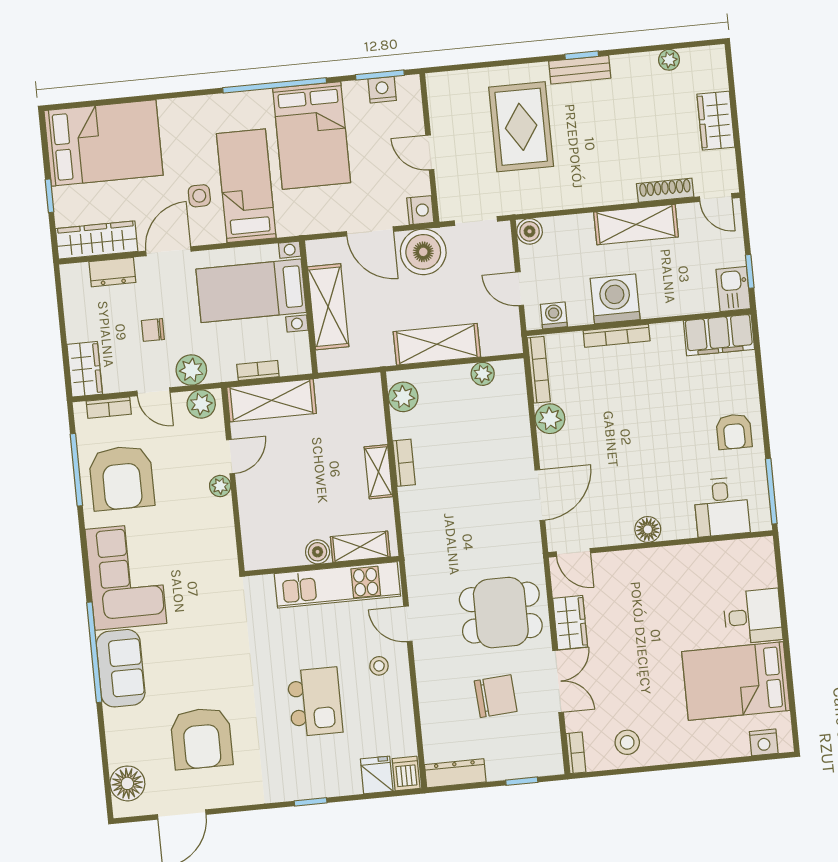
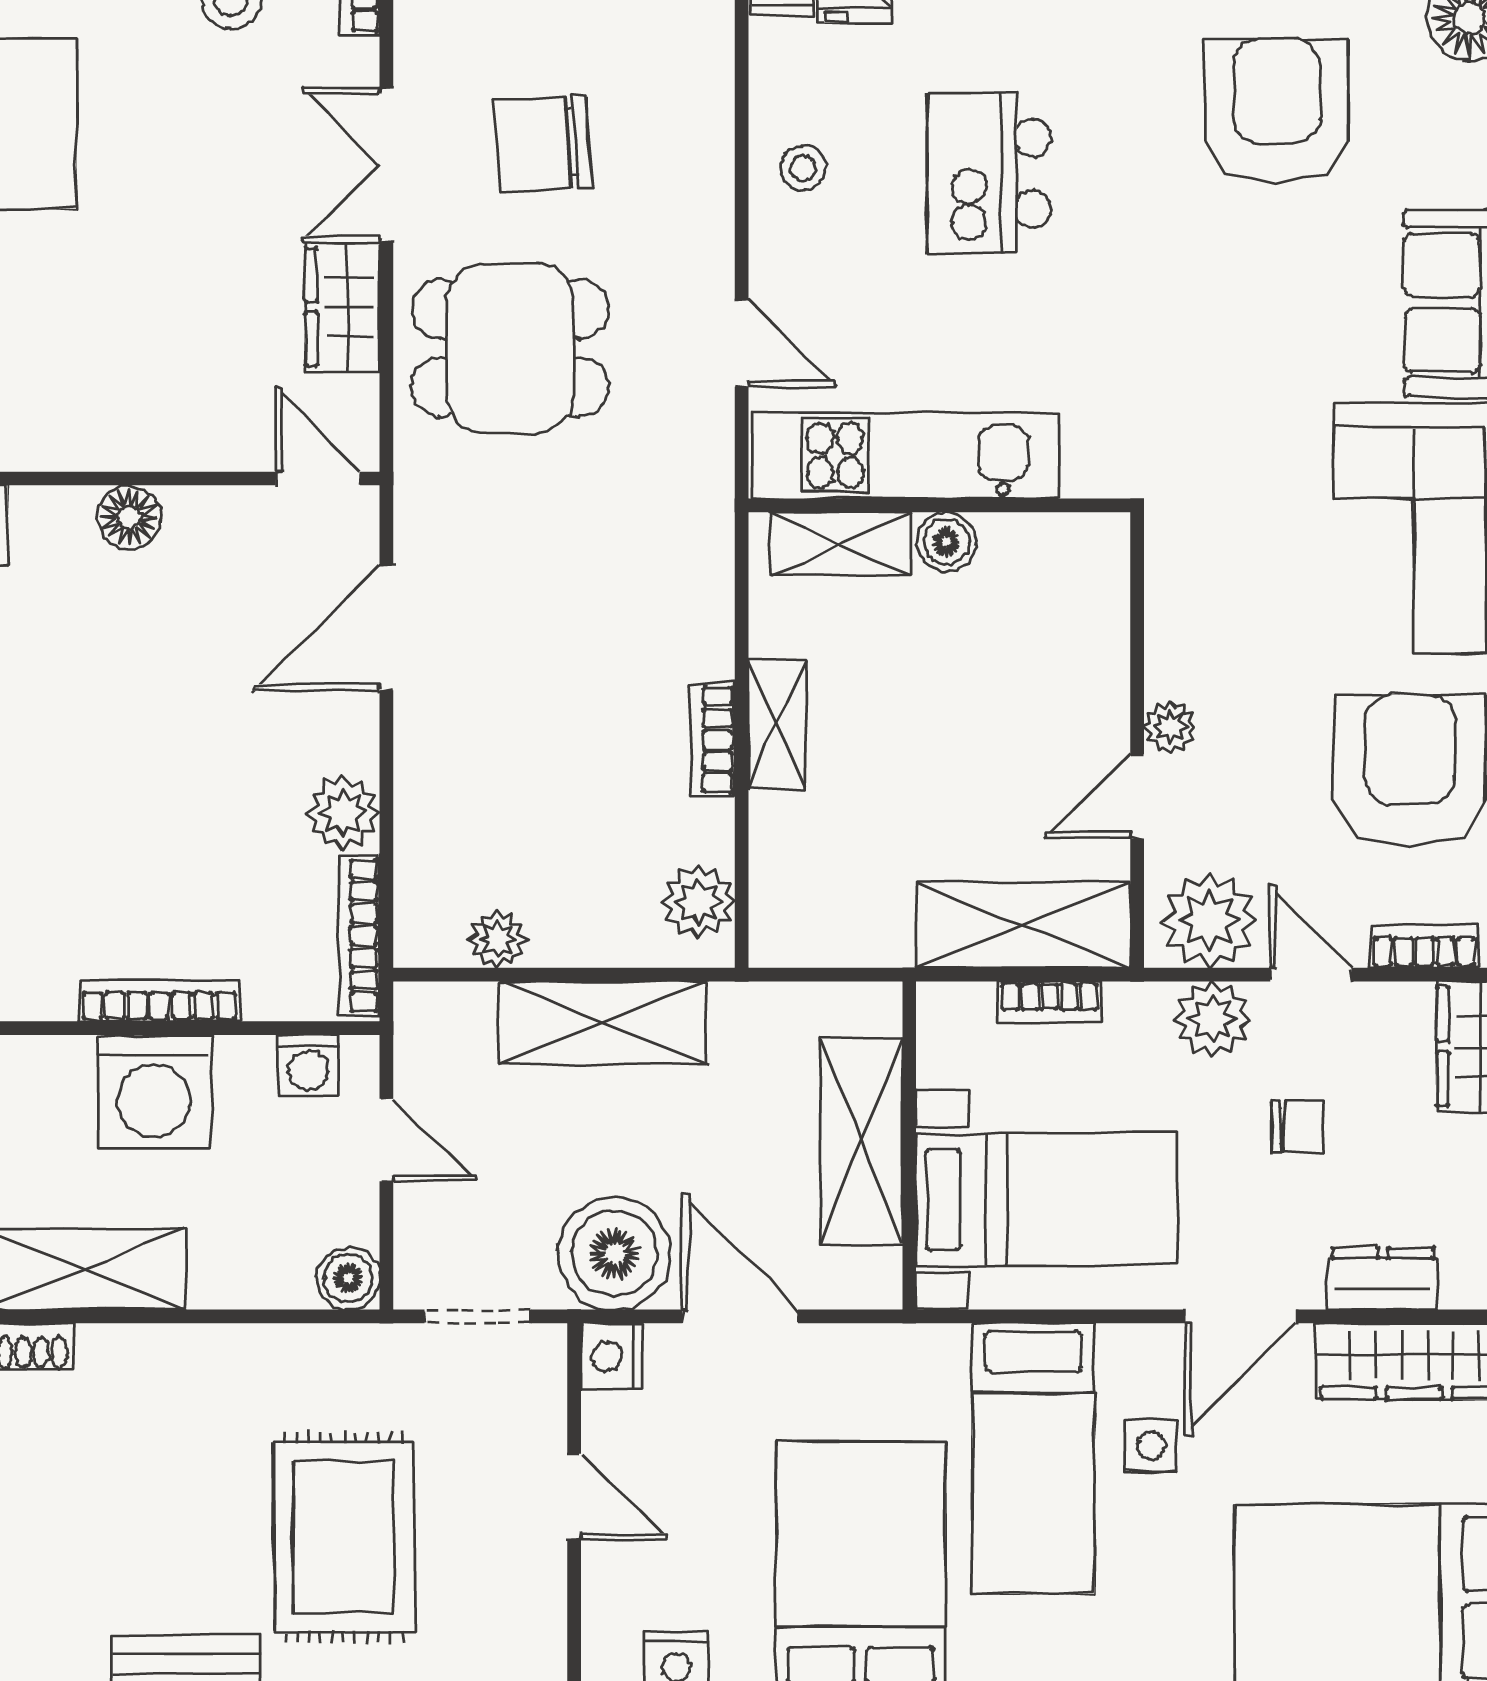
plant: (201, 404) -> (1209, 920), width x1.36, depth x1.36
stool: (379, 666) -> (803, 168), moved

